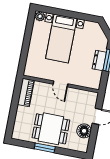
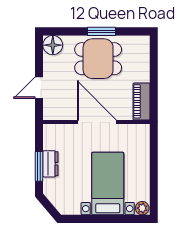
door: (60, 84) -> (97, 122), width x1.88
floor lamp: (84, 131) -> (53, 45), moved

